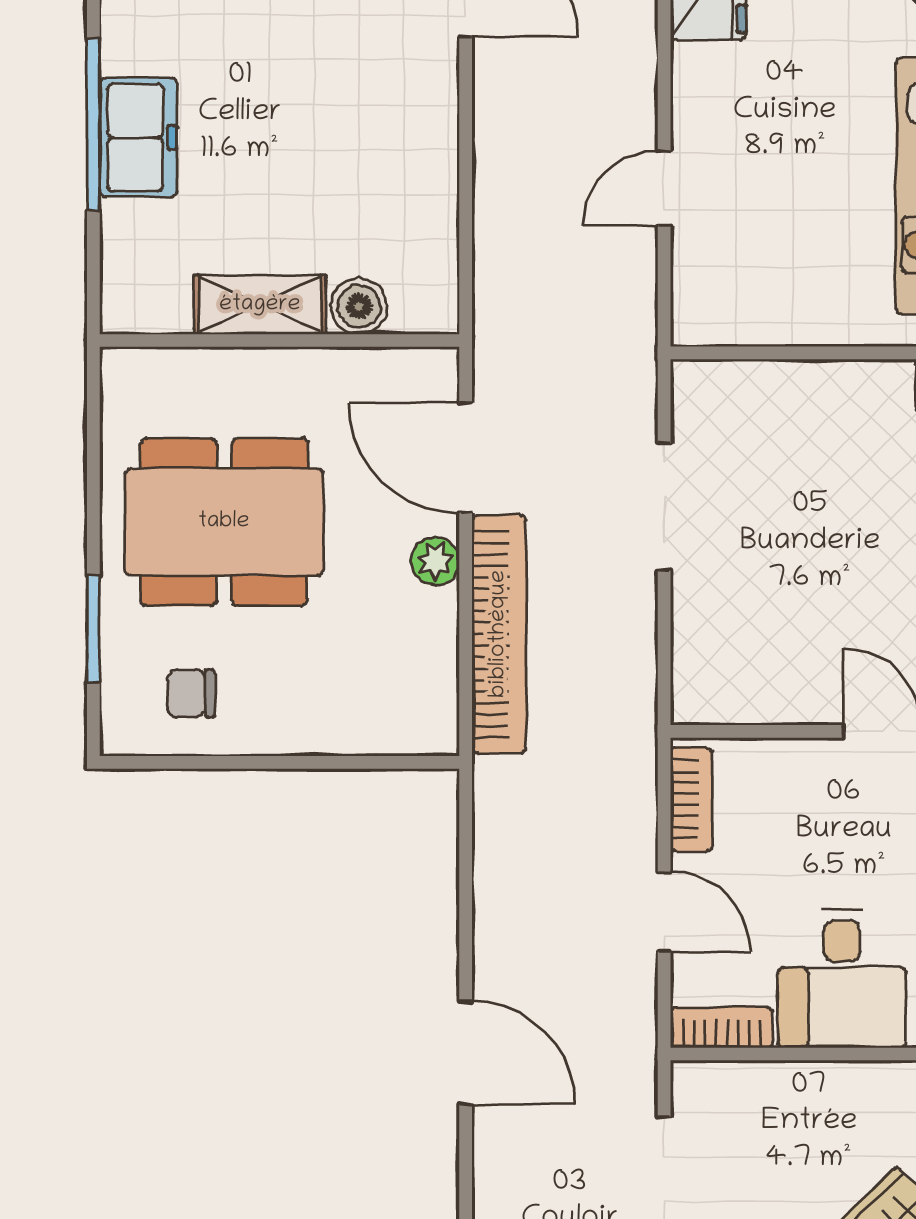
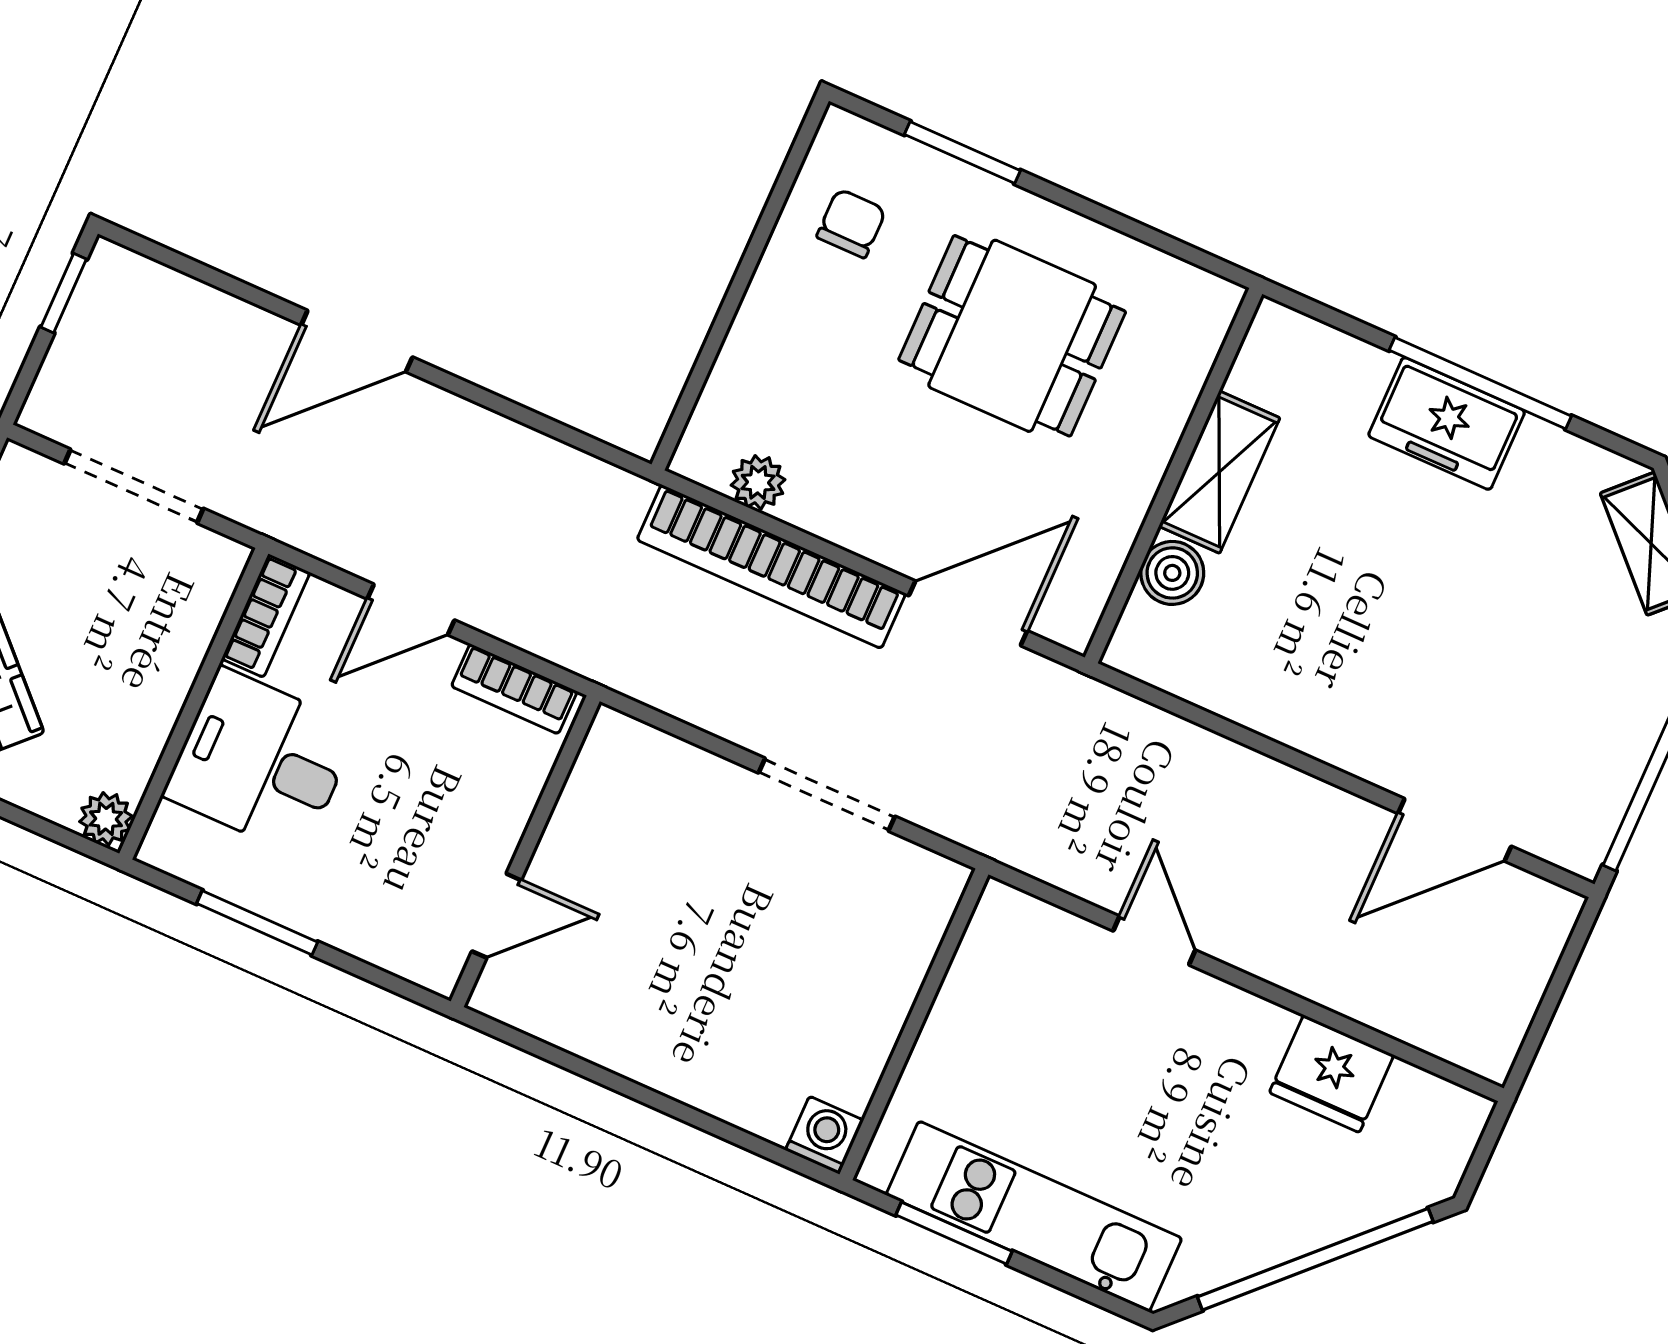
dining table: (224, 522) -> (1012, 336), width x0.73
plant: (435, 561) -> (758, 482), moved

